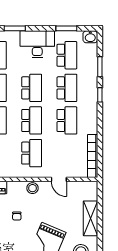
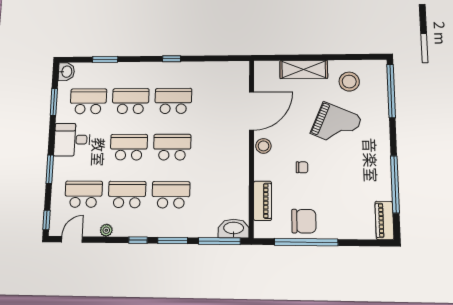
desk: (37, 44) -> (72, 140), width x0.73
window: (100, 95) -> (172, 59), moved
school desk: (32, 153) -> (216, 147), removed
bookcase: (93, 156) -> (221, 67), removed
door: (59, 179) -> (251, 111), width x1.88

